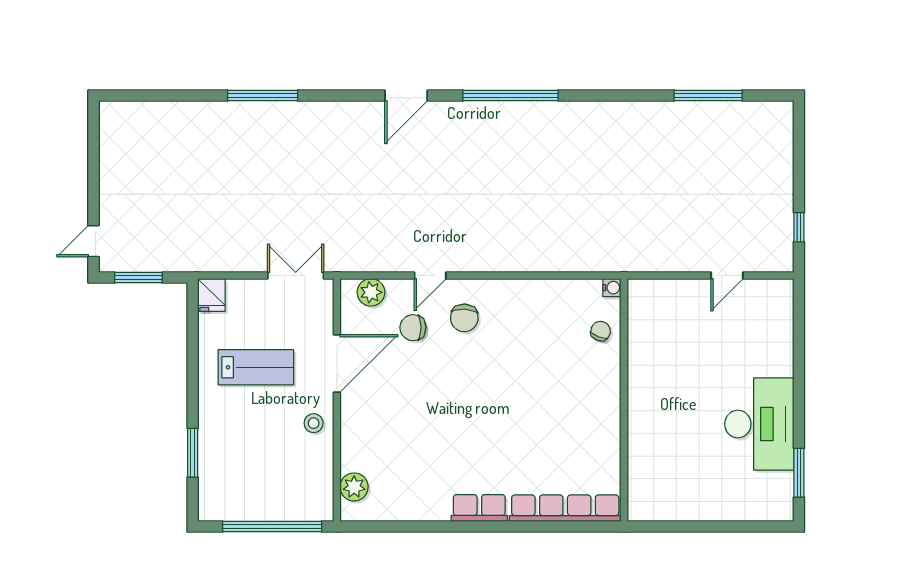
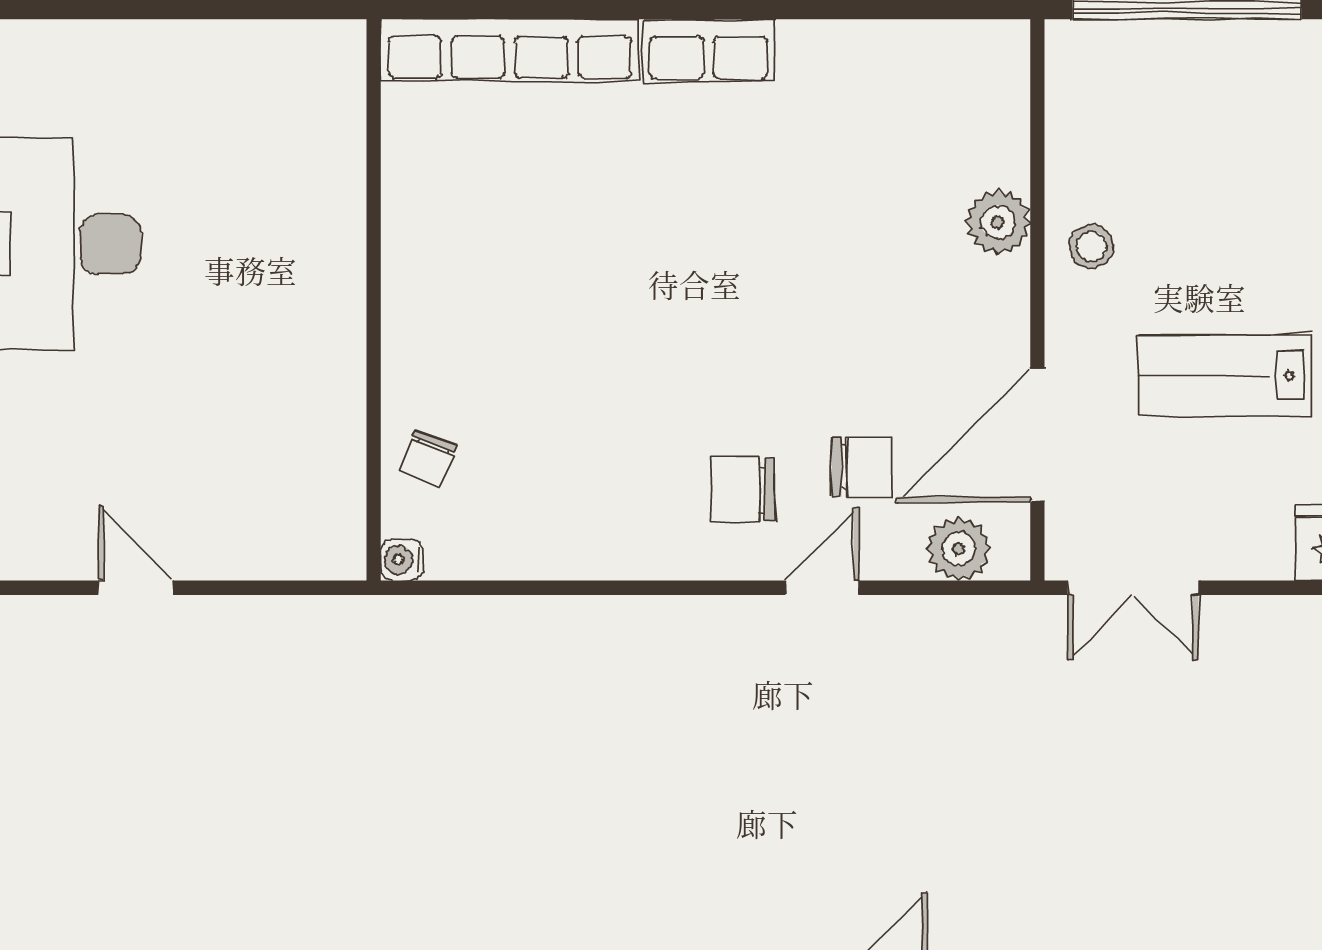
door: (727, 275) -> (136, 588), hinge flipped
chair: (464, 318) -> (743, 490), turned -93
door: (337, 364) -> (1037, 435), moved
plant: (354, 487) -> (998, 222), moved

